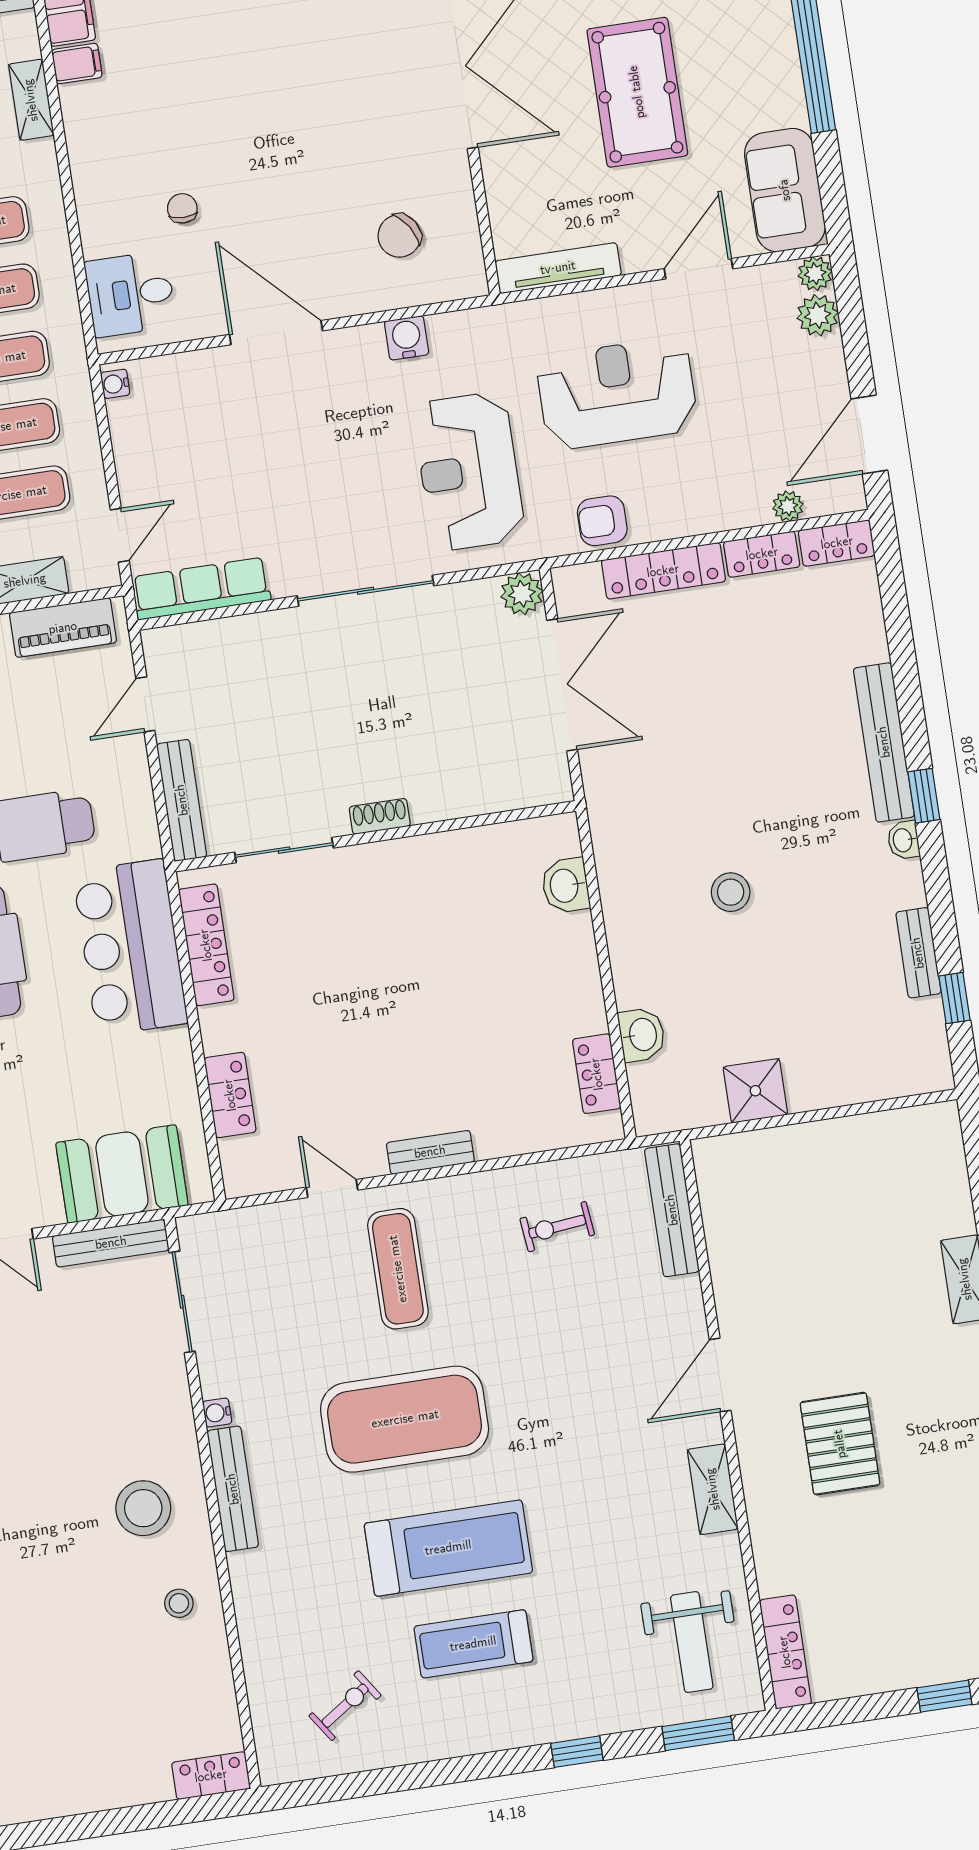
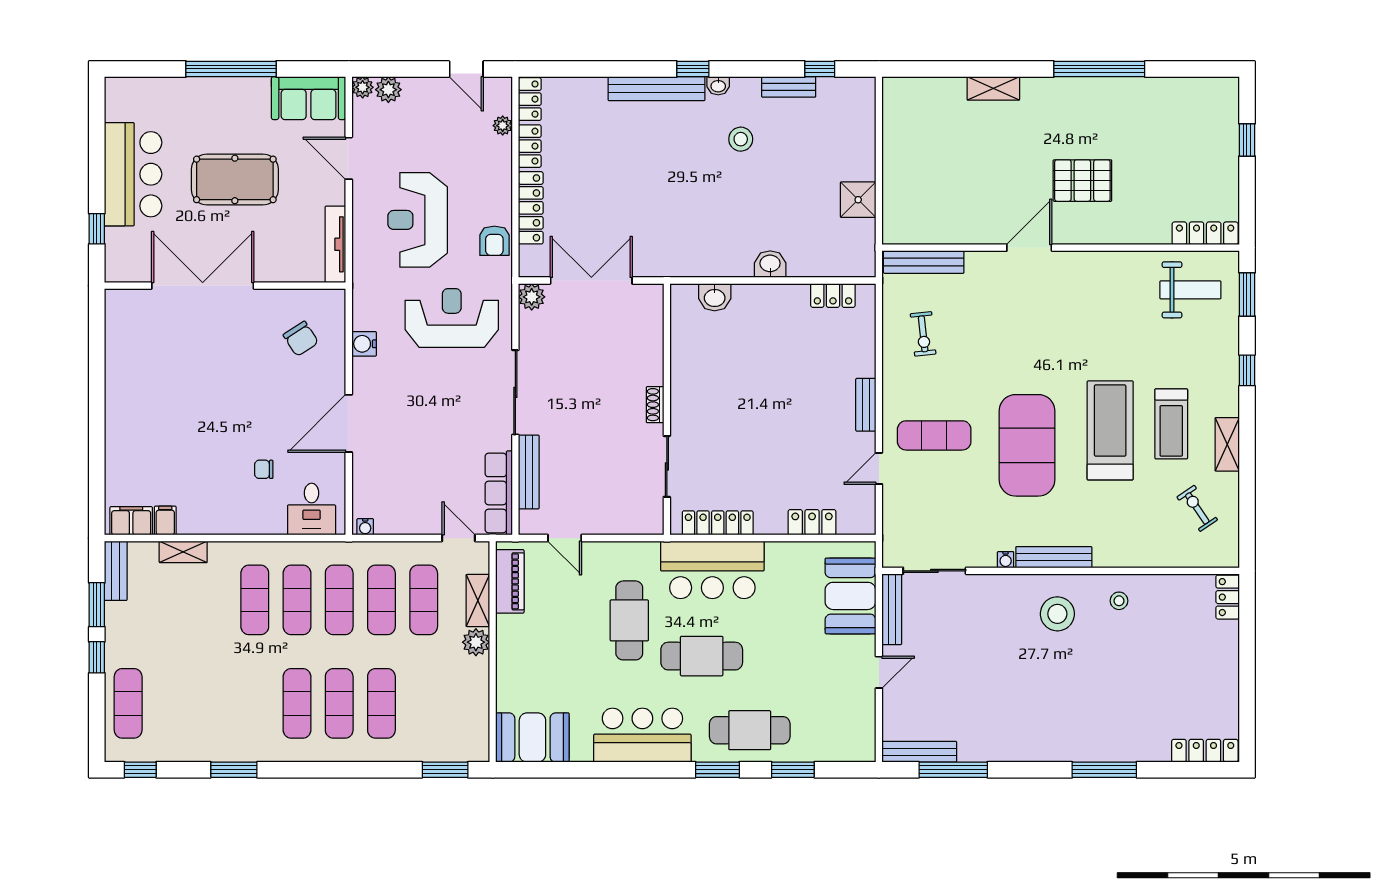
door: (869, 435) -> (466, 69), width x0.73
reception desk: (469, 471) -> (452, 318), turned 180
bench: (182, 800) -> (529, 472), moved, turned 90
stool: (731, 892) -> (741, 139), moved
washbasin: (642, 1035) -> (770, 264), moved
door: (720, 1375) -> (1029, 248), swing flipped
shelving: (713, 1489) -> (1227, 444), moved, turned 90

